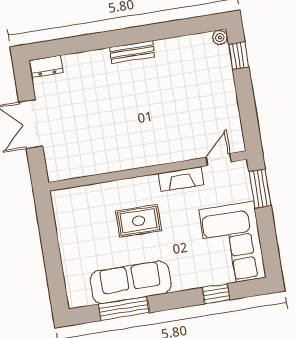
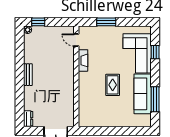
door: (219, 160) -> (76, 40), moved
wall: (148, 171) -> (76, 76), moved
fireplace: (181, 179) -> (83, 60), moved
corner sofa: (233, 244) -> (137, 53), moved, turned 90

